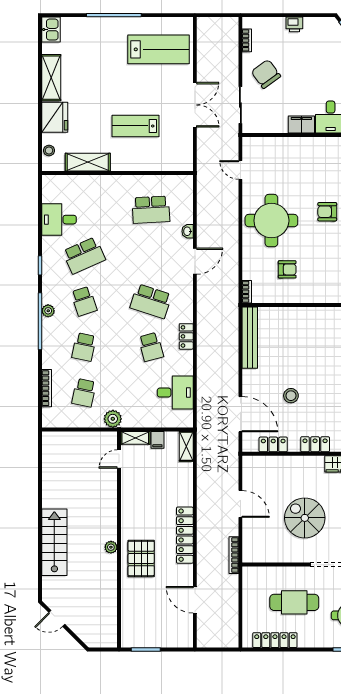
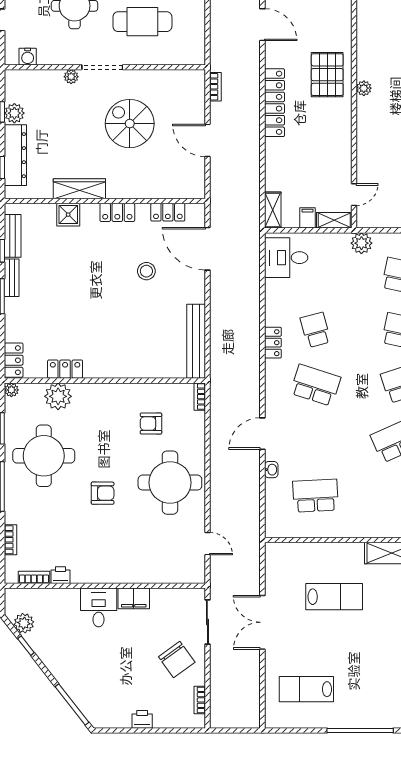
lab bench: (158, 49) -> (306, 689), width x0.73, depth x0.72
desk: (175, 393) -> (286, 258), moved
spiral stairs: (305, 518) -> (130, 124), turned 180
bookcase: (234, 555) -> (215, 87), width x0.64

